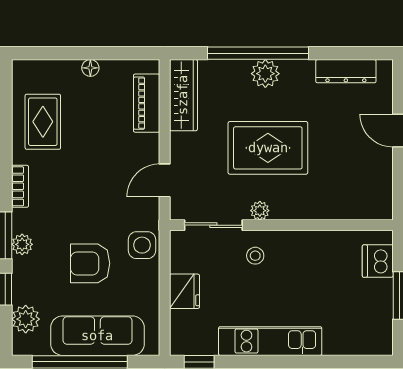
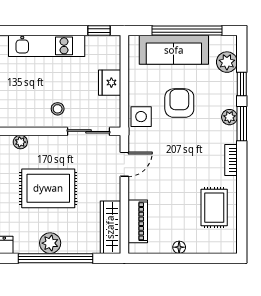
plant: (260, 211) -> (20, 142), moved
armchair: (90, 263) -> (179, 103), turned -90

